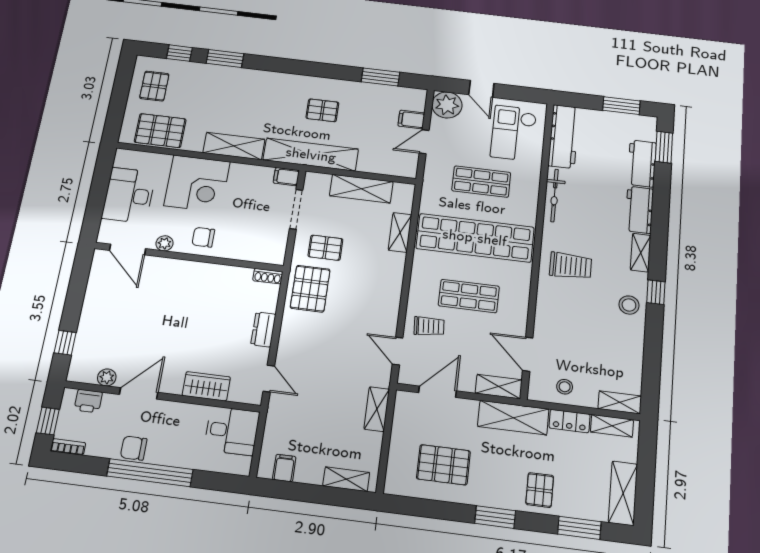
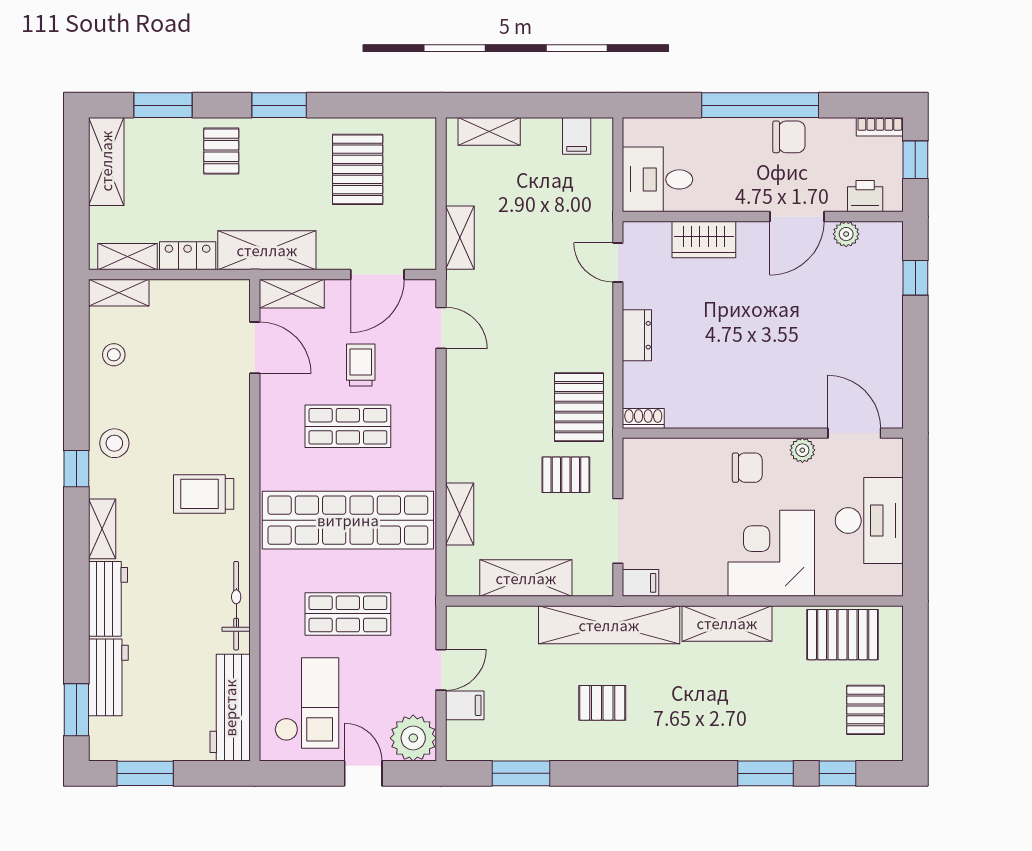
trolley: (429, 326) -> (361, 365), moved, turned 94
stool: (565, 387) -> (114, 355), moved
pallet: (443, 465) -> (358, 169), turned 90

